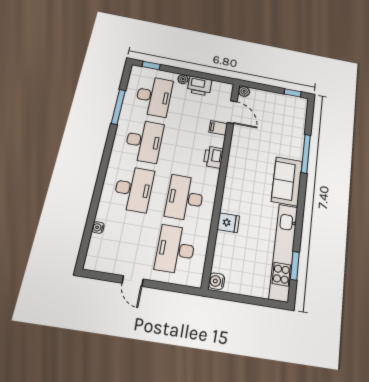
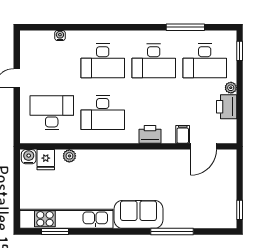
plant: (244, 91) -> (69, 156), moved
desk: (185, 198) -> (103, 113), turned 180
fridge: (228, 223) -> (46, 160), moved

